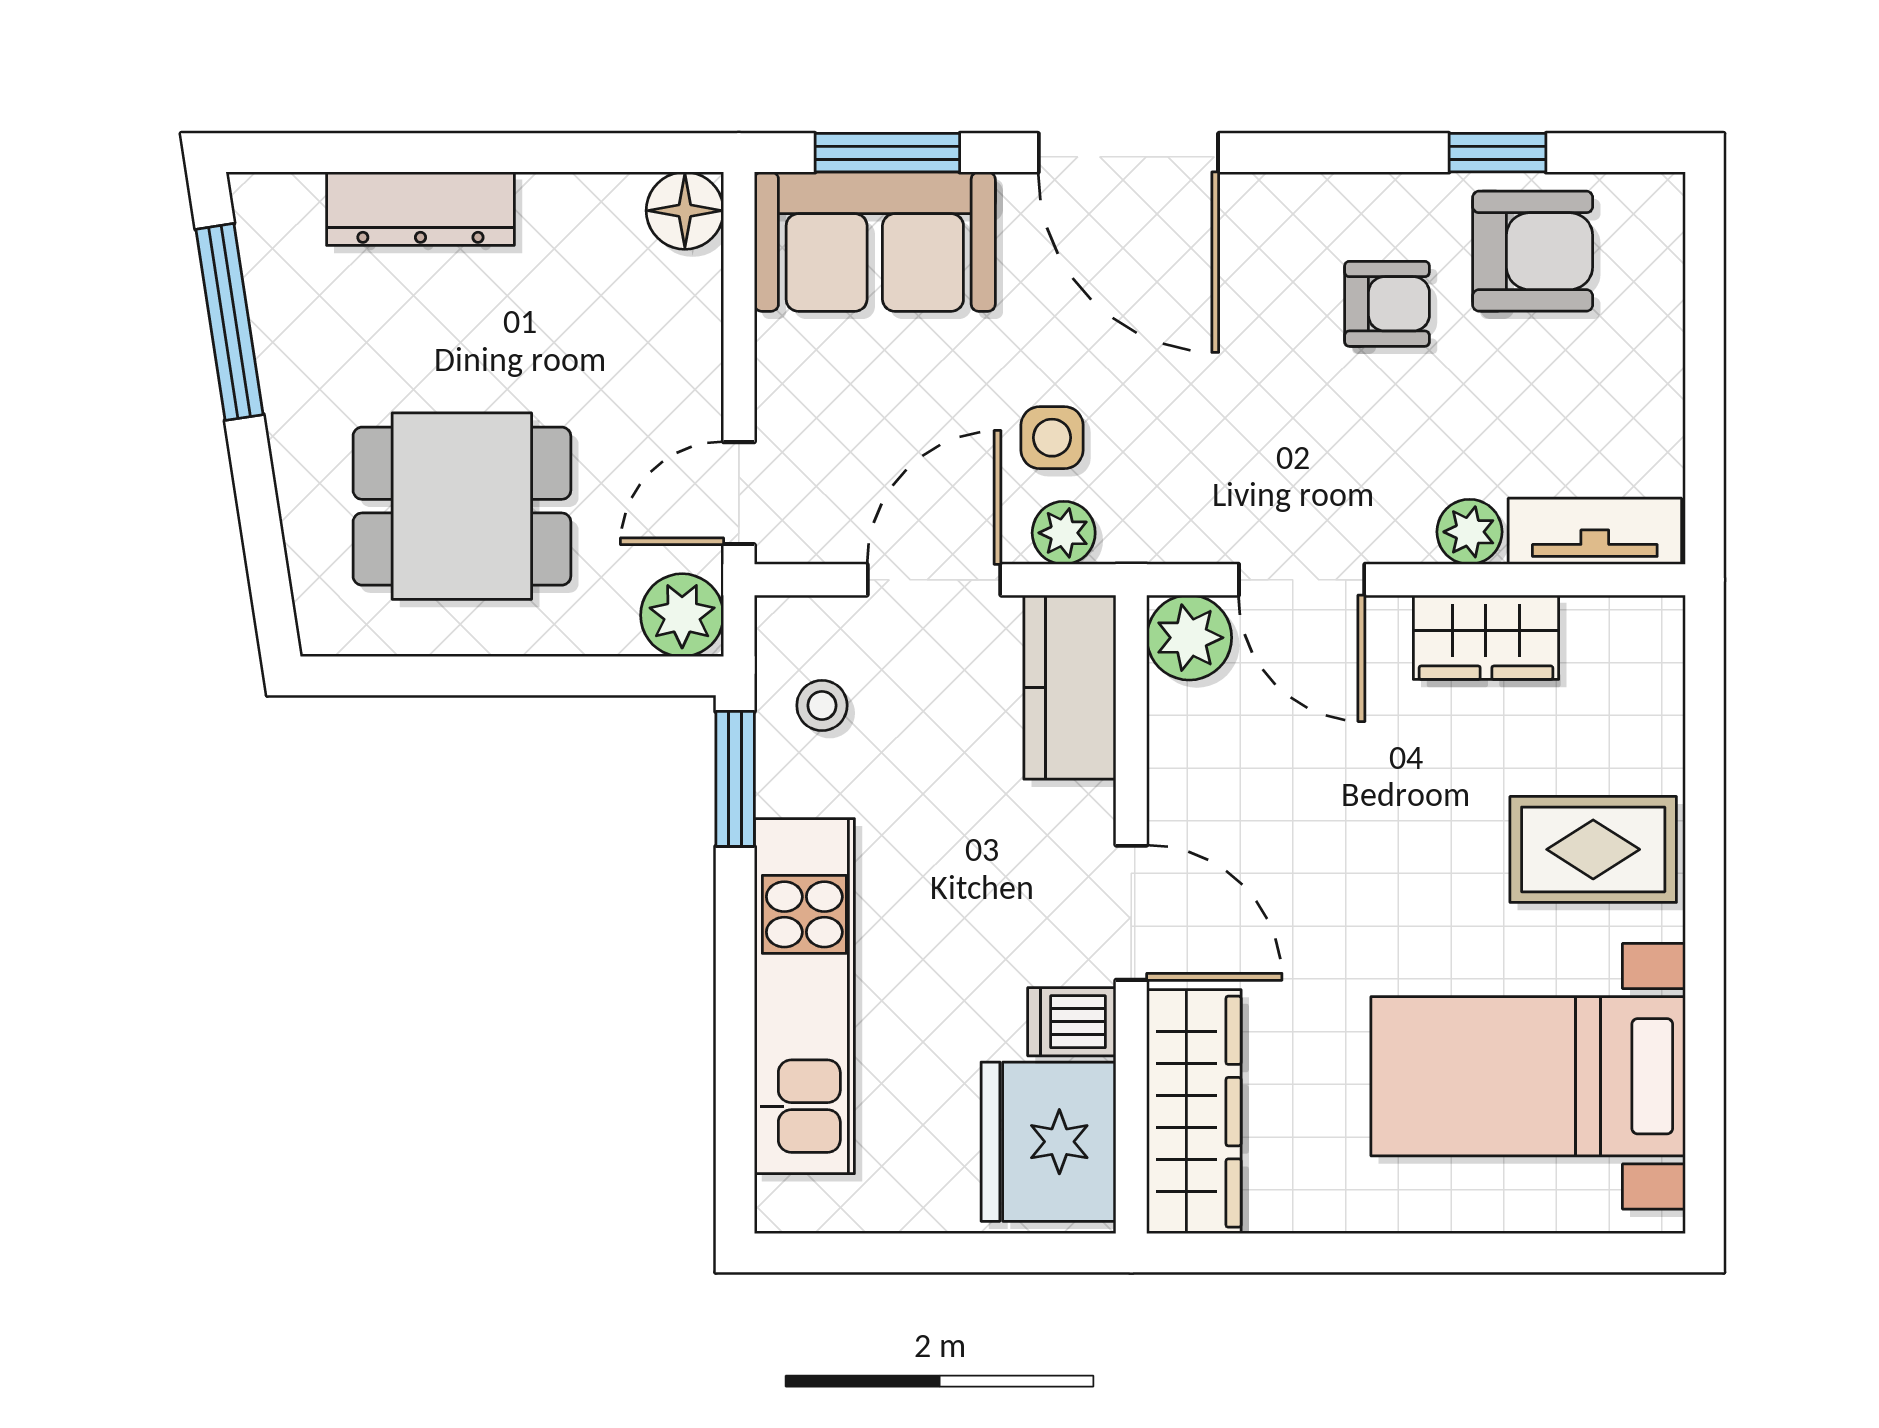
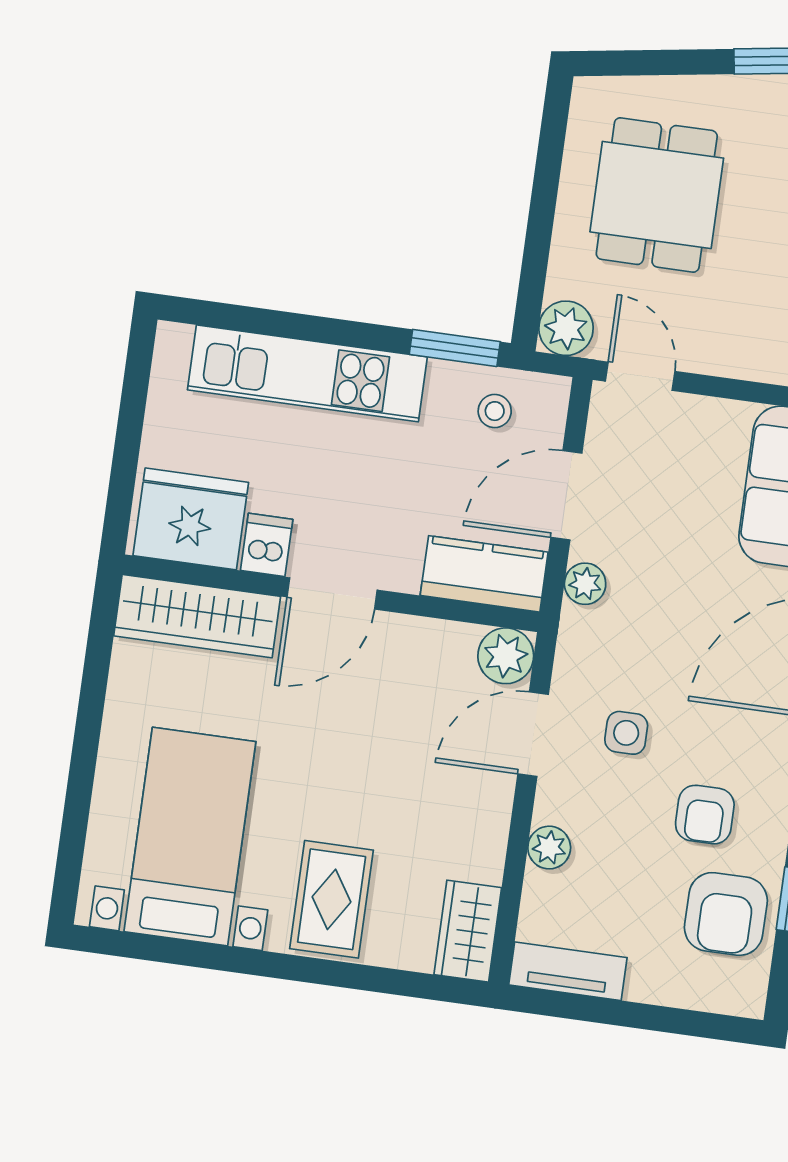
side table: (1052, 438) -> (626, 733), moved
tv unit: (1595, 531) -> (568, 971), moved, turned -90
door: (934, 580) -> (566, 495), swing flipped
wardrobe: (1486, 637) -> (468, 931), moved

